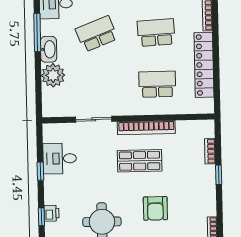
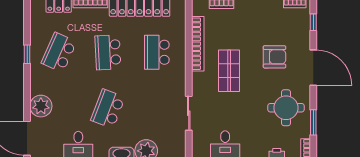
school desk: (97, 34) -> (108, 109), turned 42
bookcase: (146, 128) -> (198, 44), moved

